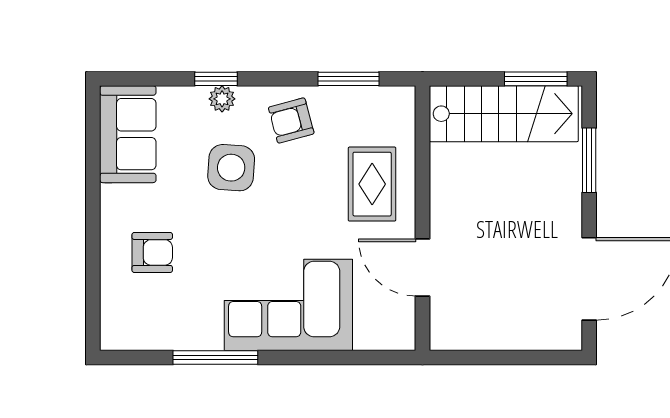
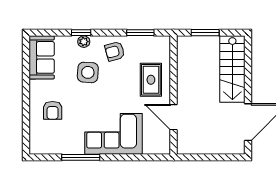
window: (536, 79) -> (205, 33), moved
stairs: (504, 114) -> (232, 69), moved, turned 90
window: (589, 160) -> (248, 69), removed
armchair: (152, 252) -> (53, 110), turned 90

